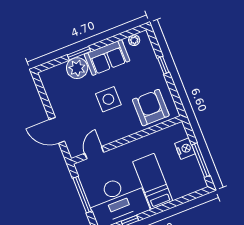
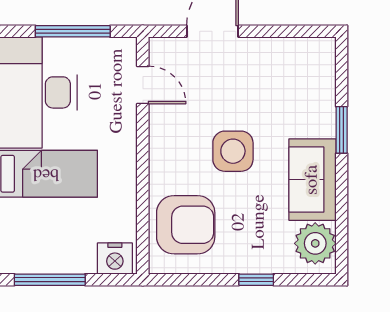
plant: (134, 40) -> (315, 243), width x1.87, depth x1.87
plant: (77, 68) -> (315, 115), removed
nightstand: (185, 149) -> (115, 259), moved

